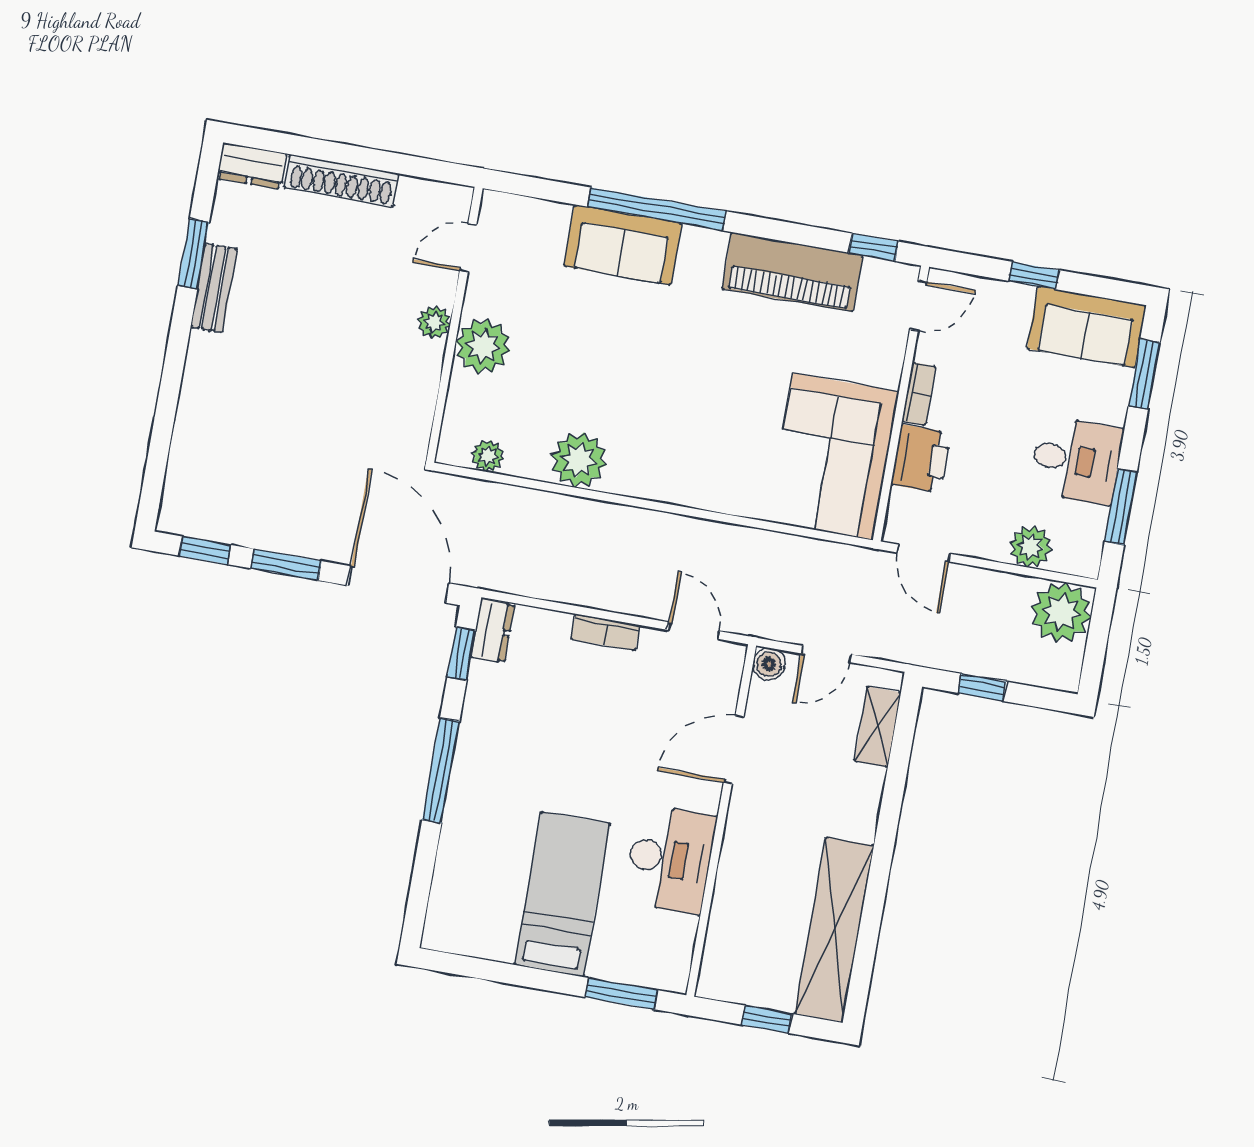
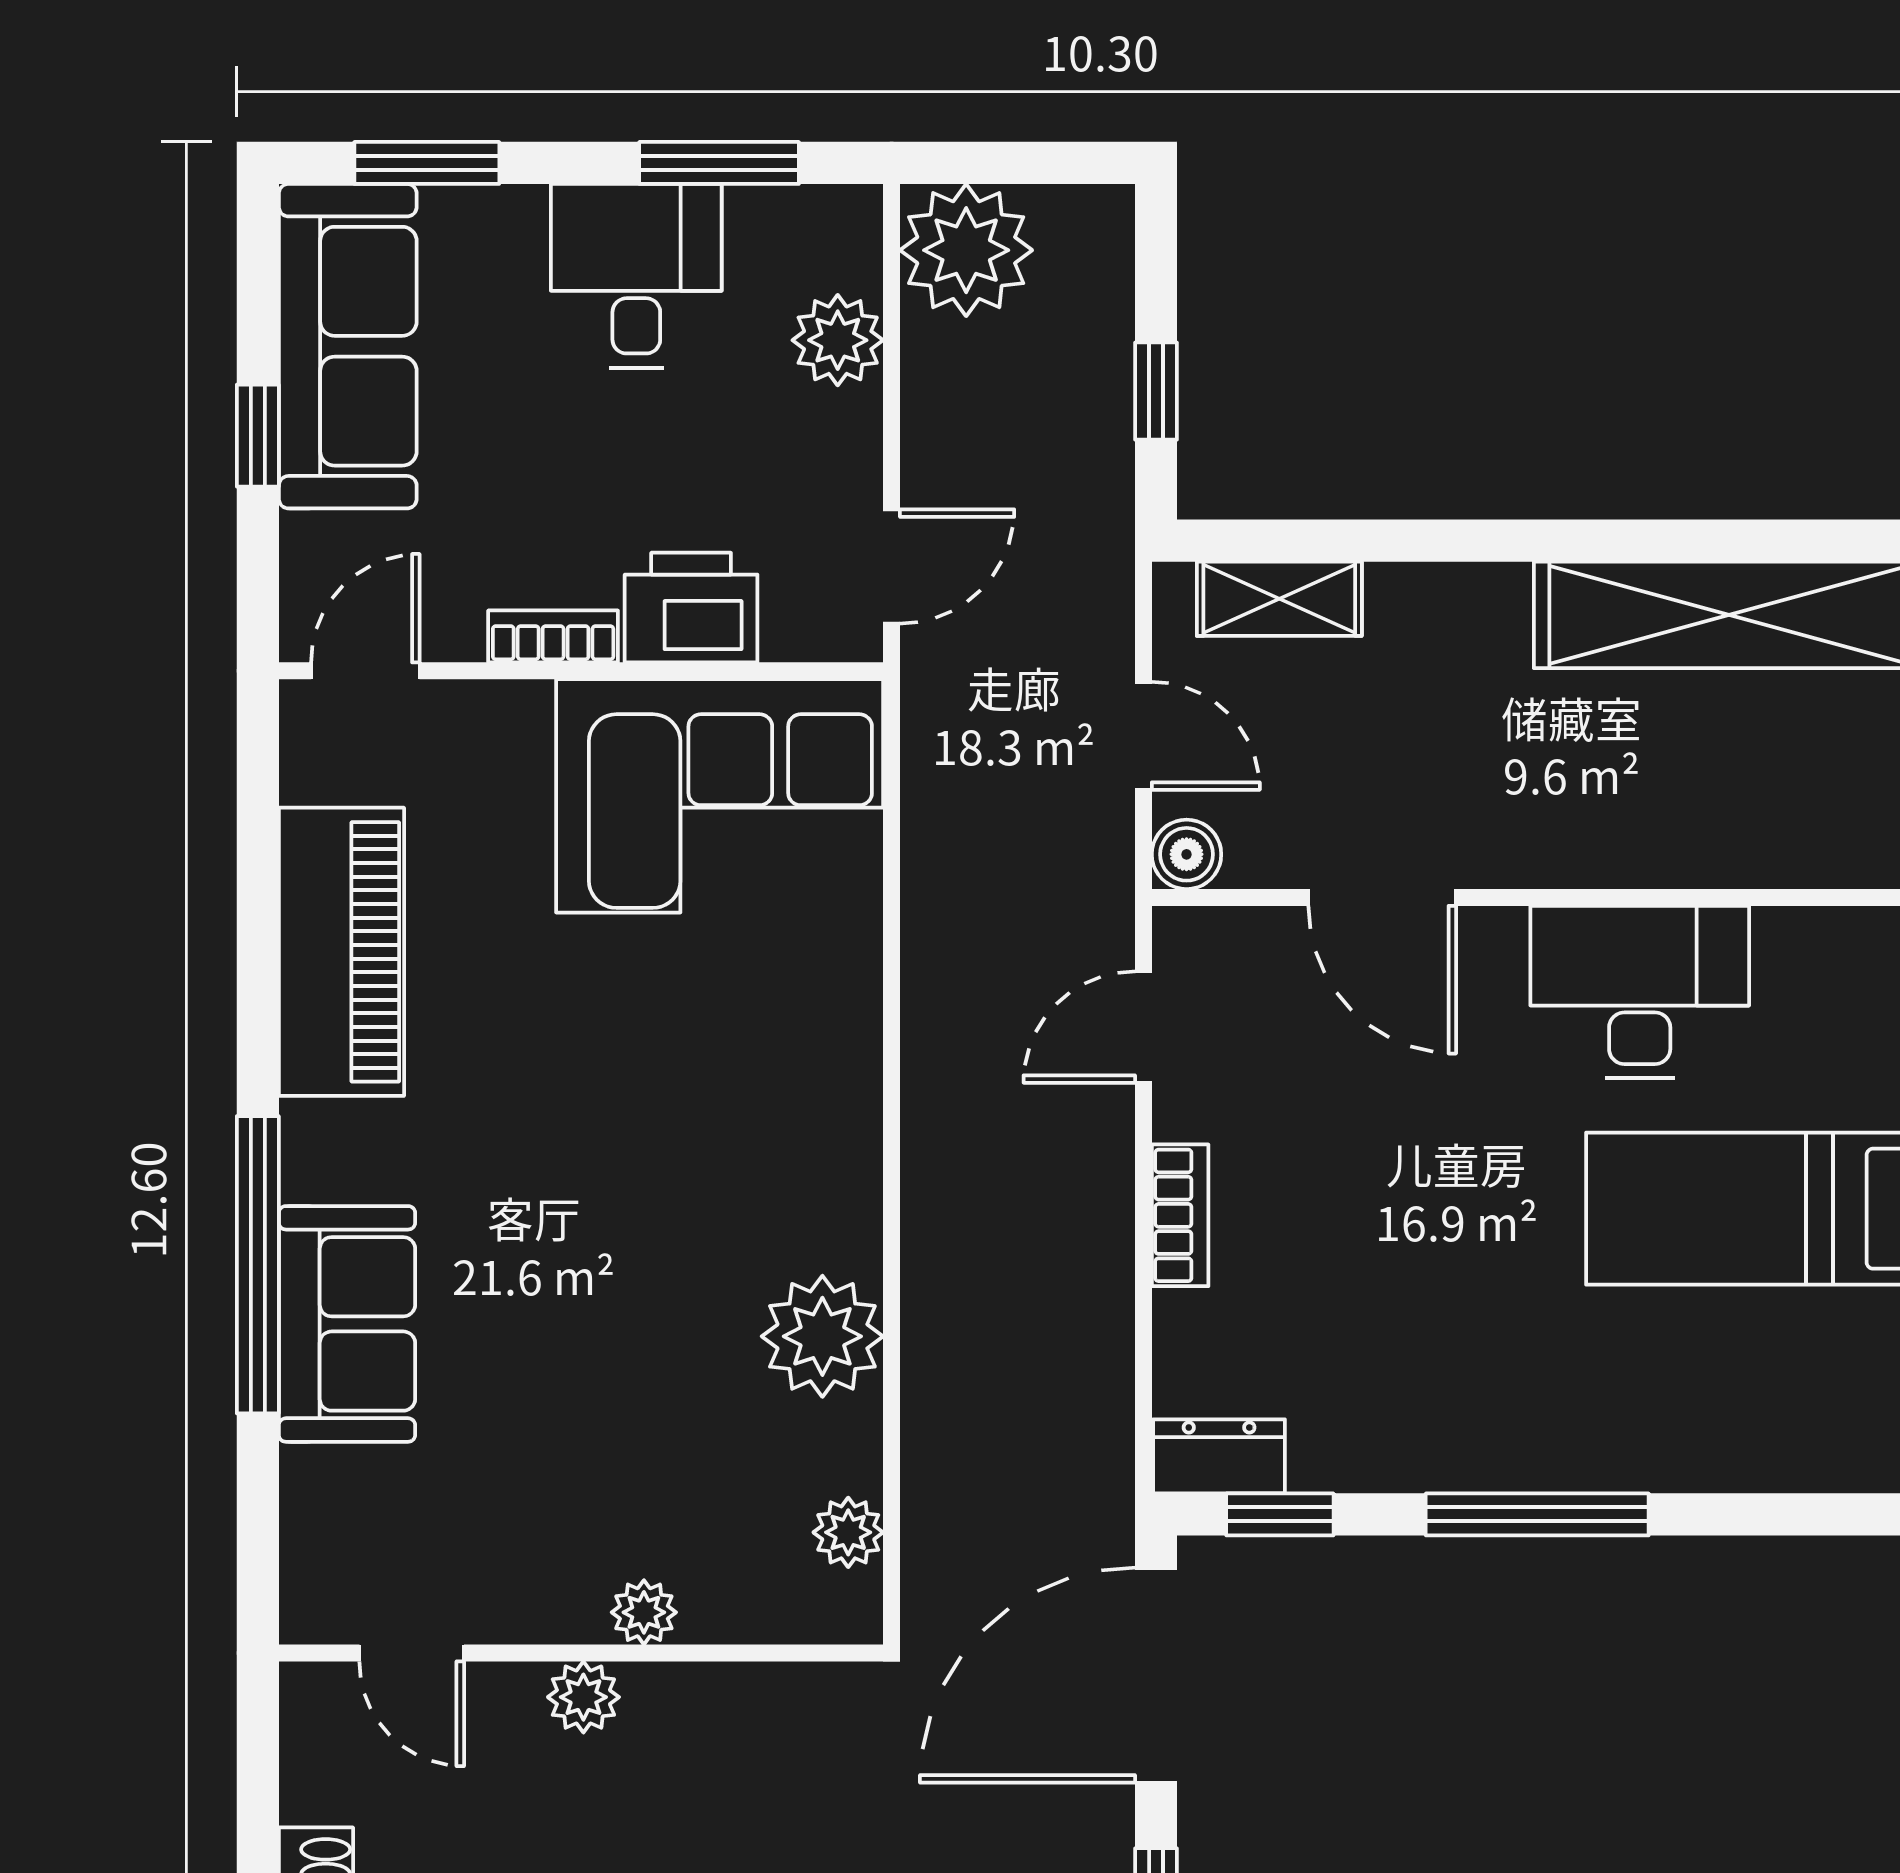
window: (874, 247) -> (258, 788), removed
door: (918, 305) -> (365, 671), hinge flipped
sofa: (1087, 327) -> (348, 346), width x1.36
plant: (483, 346) -> (644, 1612), width x0.53, depth x0.53

